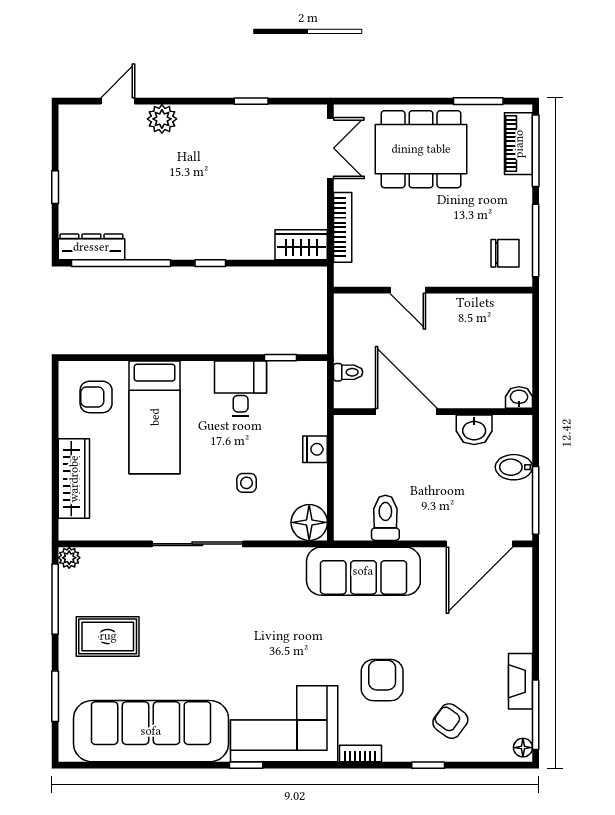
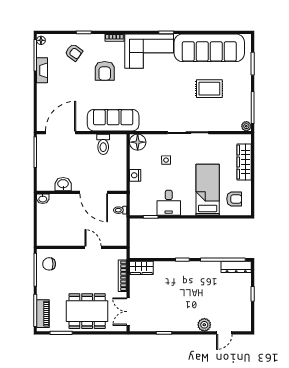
bidet: (514, 467) -> (45, 167), removed
rug: (108, 636) -> (209, 89), moved

